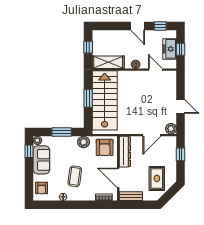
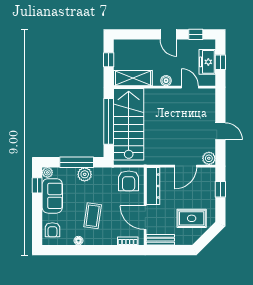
window: (88, 98) -> (109, 121), width x2.11
window: (62, 132) -> (77, 162), width x1.44
plant: (84, 142) -> (85, 174), moved
rug: (157, 178) -> (192, 218), turned 90

